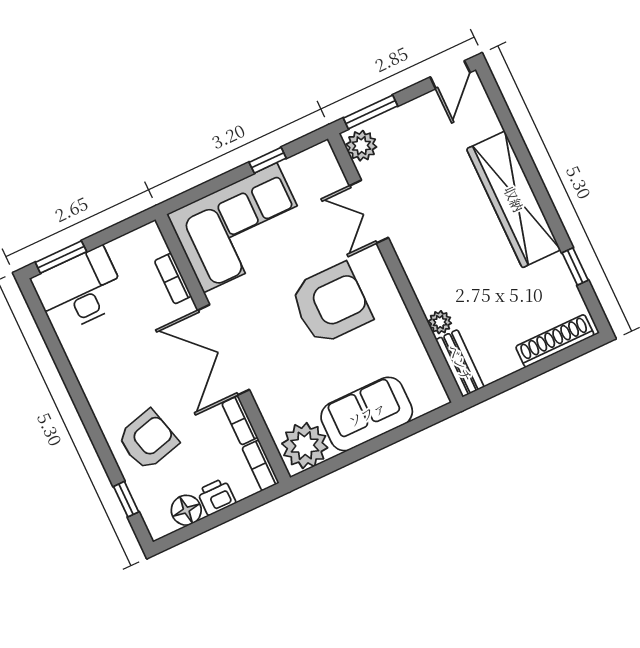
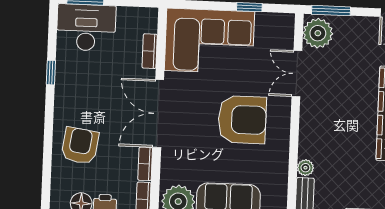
plant: (361, 146) -> (318, 33), width x1.36, depth x1.36
armchair: (148, 440) -> (80, 146), turned -67
window: (126, 499) -> (51, 73), moved

